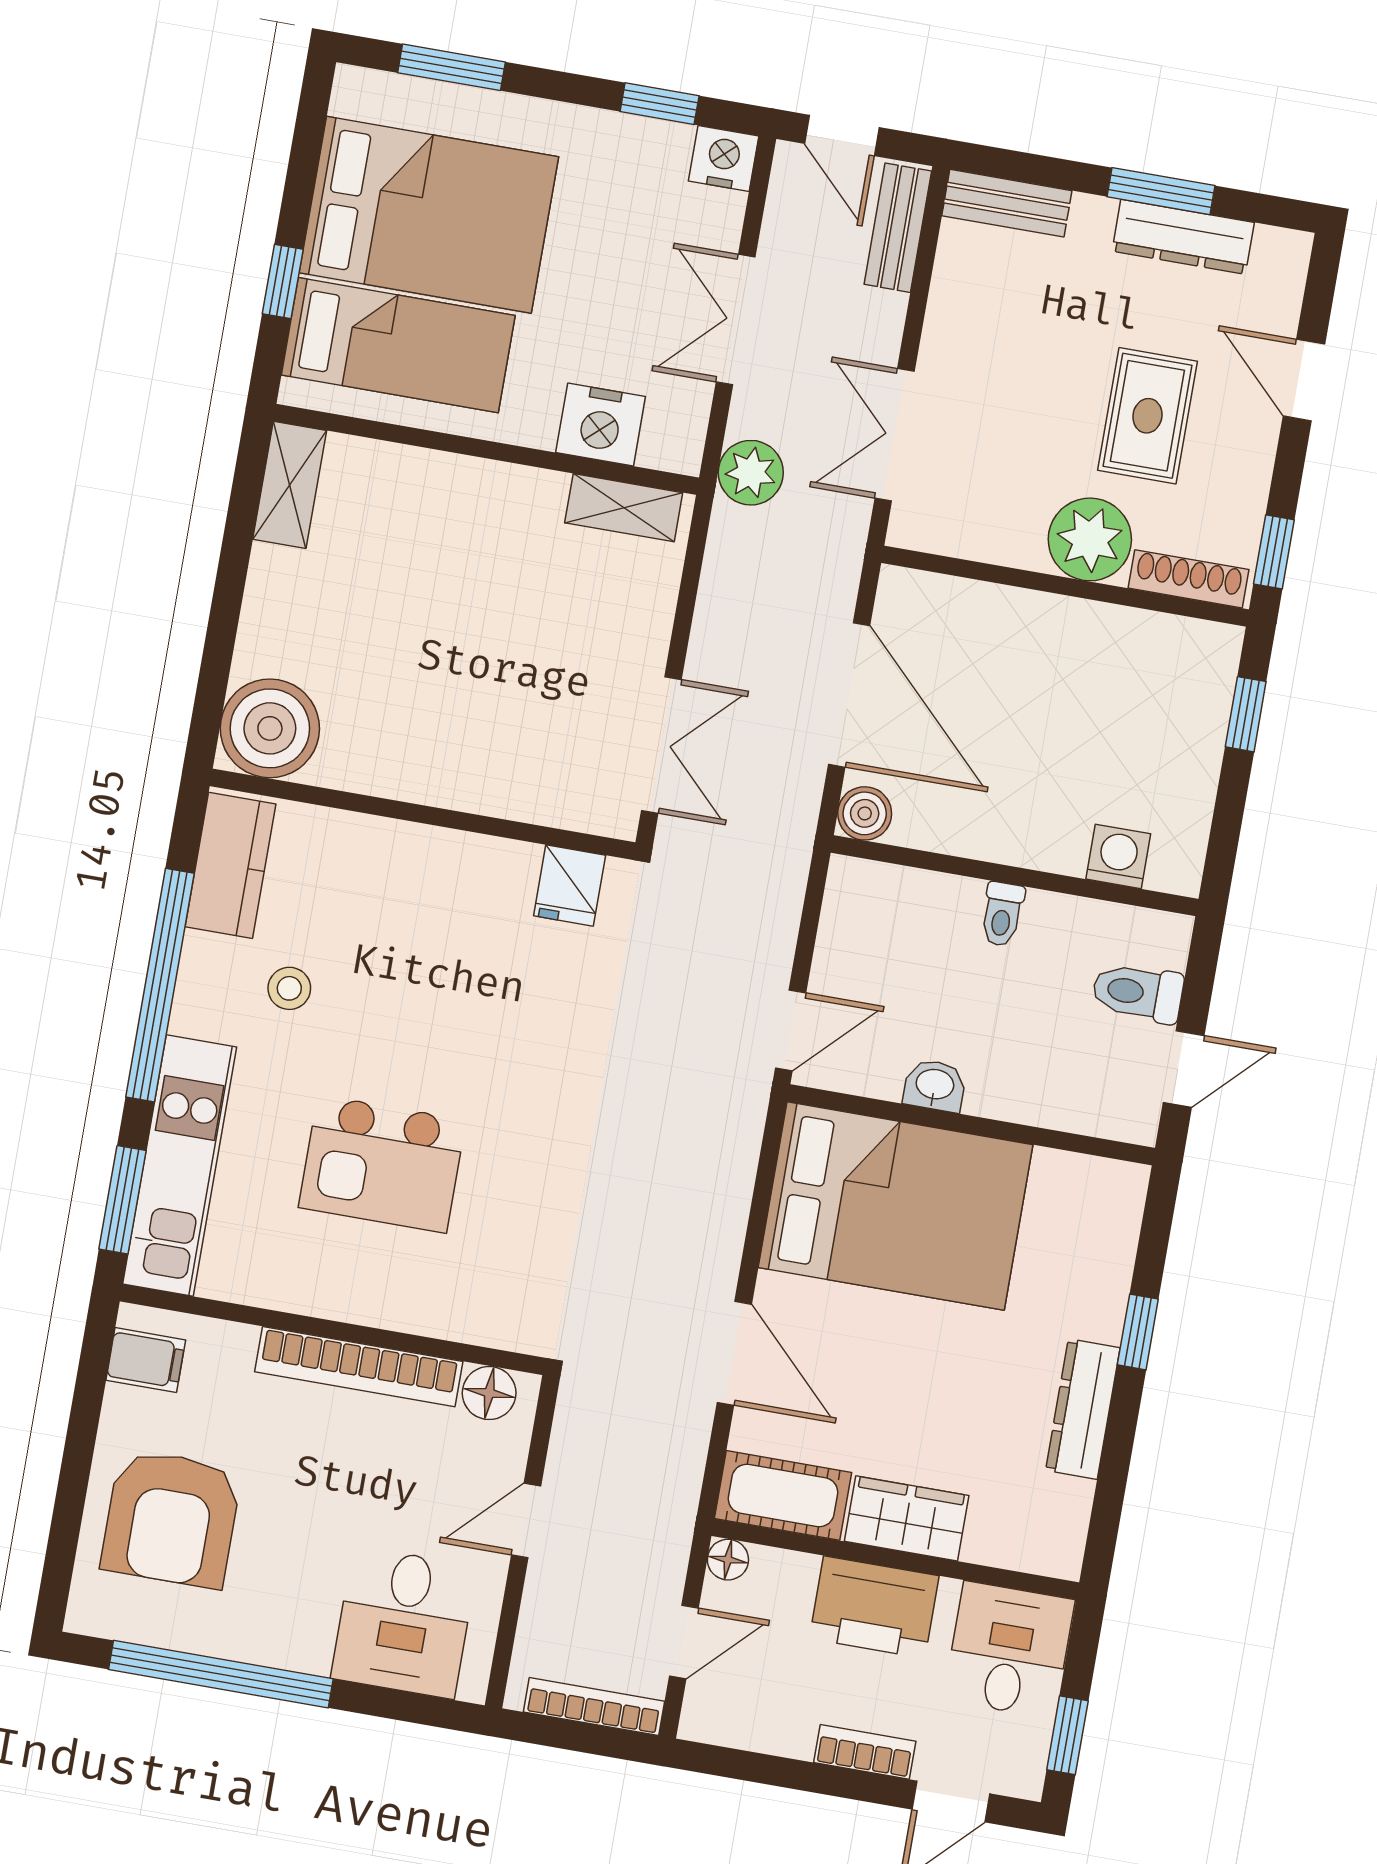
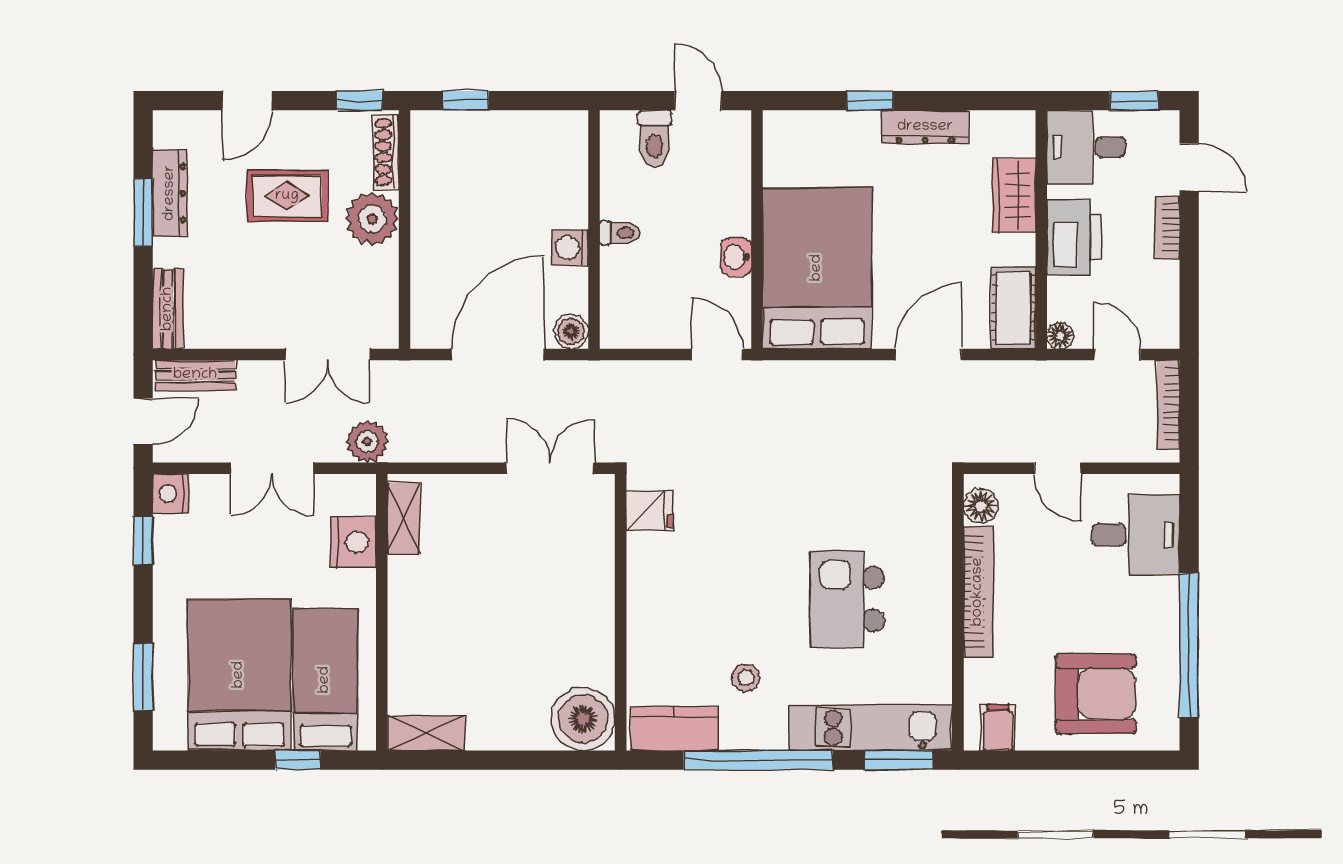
washing machine: (1118, 856) -> (570, 248), moved
kitchen island: (382, 1164) -> (847, 599), turned 180
wardrobe: (907, 1518) -> (1014, 196), moved

